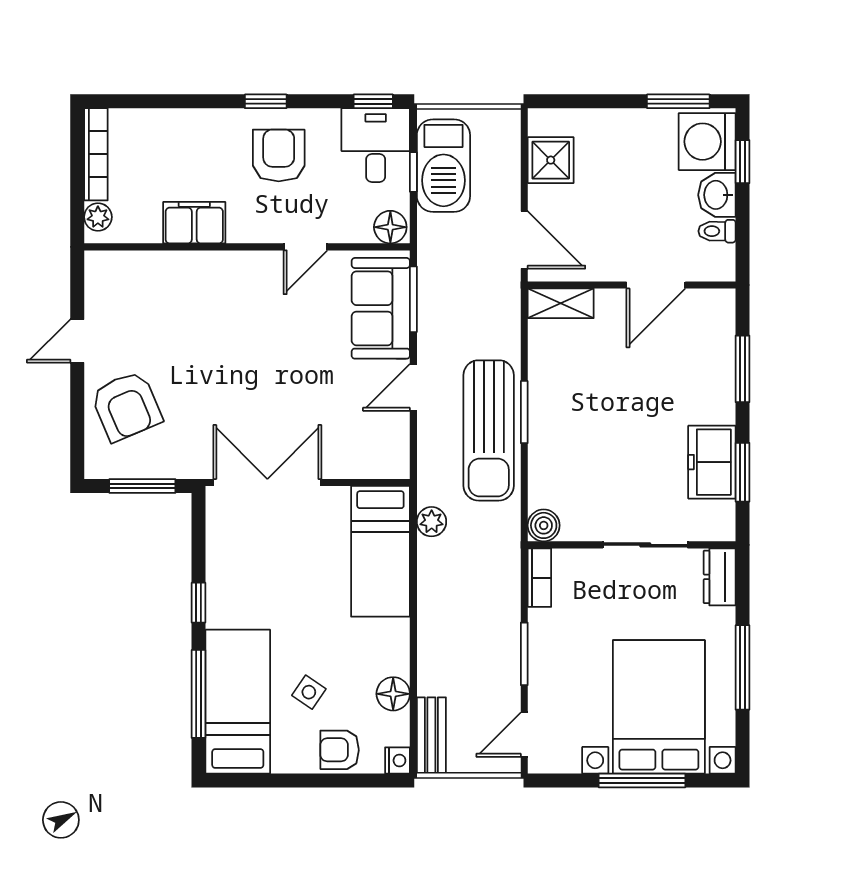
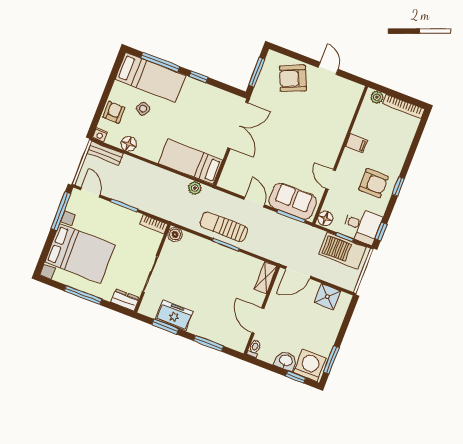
filing cabinet: (194, 223) -> (356, 143), width x0.50
toilet: (717, 231) -> (254, 349), moved
sun lounger: (489, 430) -> (224, 227), width x0.73, depth x0.75
window: (642, 781) -> (61, 211), moved

